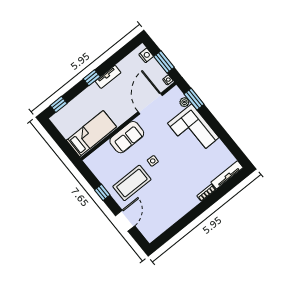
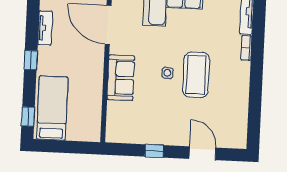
tv unit: (108, 77) -> (45, 28), moved
bed: (91, 134) -> (52, 108), moved
coffee table: (132, 183) -> (196, 75), moved

